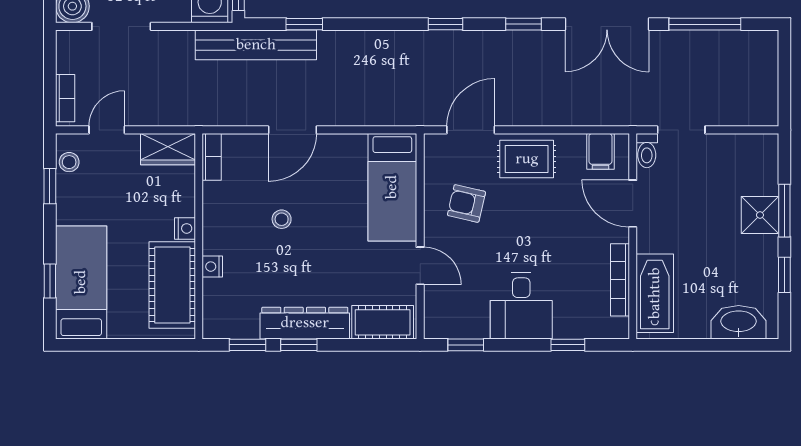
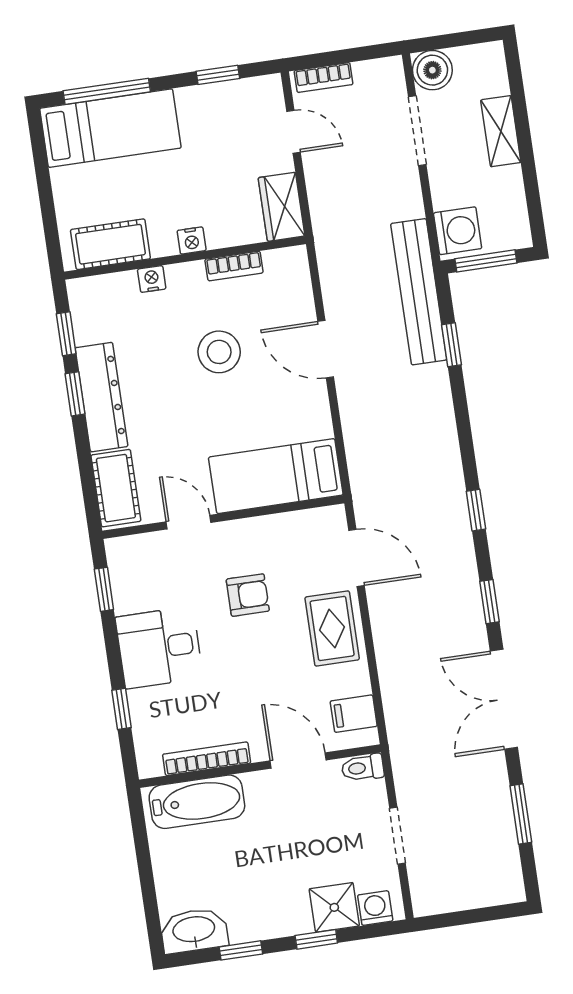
window: (705, 24) -> (521, 814), width x0.69
doorway: (681, 130) -> (397, 836), moved
bookcase: (212, 157) -> (234, 266), moved
washing machine: (766, 157) -> (375, 908), added
stool: (69, 162) -> (249, 93), removed
armchair: (466, 203) -> (248, 595), moved, turned 77
door: (633, 204) -> (298, 760), hinge flipped
window: (784, 211) -> (316, 939), width x0.67
shower: (760, 215) -> (334, 907), moved
stool: (282, 219) -> (219, 352), width x1.89, depth x1.89
door: (420, 266) -> (189, 522), swing flipped
window: (50, 281) -> (107, 91), width x2.17
cot: (172, 285) -> (110, 244), width x0.73, depth x0.75
washbasin: (739, 322) -> (194, 930), moved, turned -90

